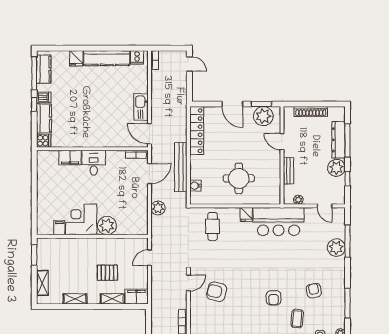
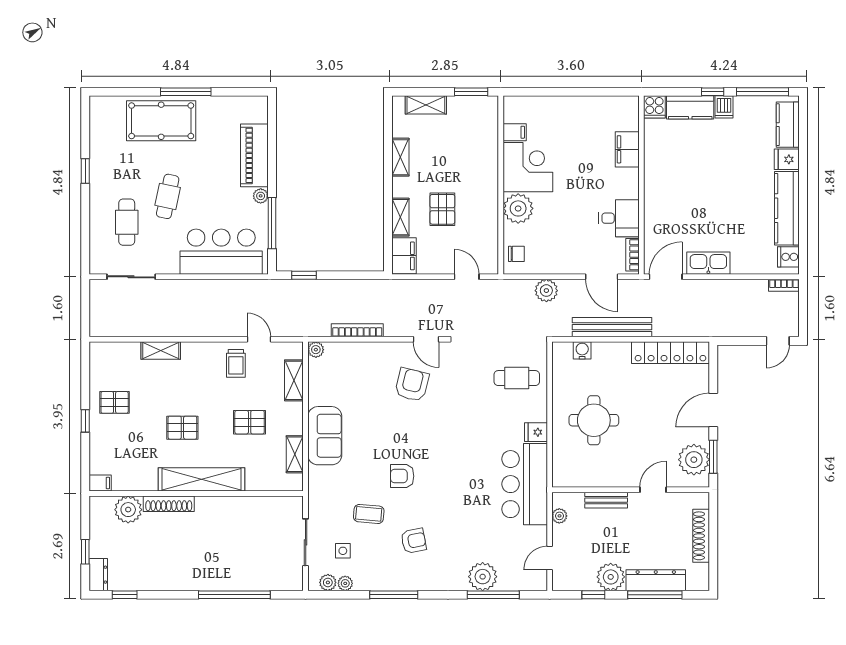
kitchen counter: (44, 69) -> (788, 125), moved, turned 90
desk: (94, 163) -> (619, 218), moved
chair: (135, 227) -> (516, 254), added

